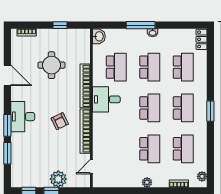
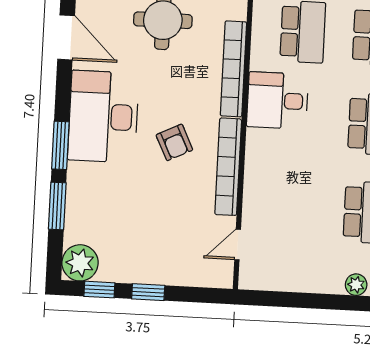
desk: (23, 117) -> (103, 117), width x1.36, depth x1.30
plant: (58, 179) -> (80, 263), moved

